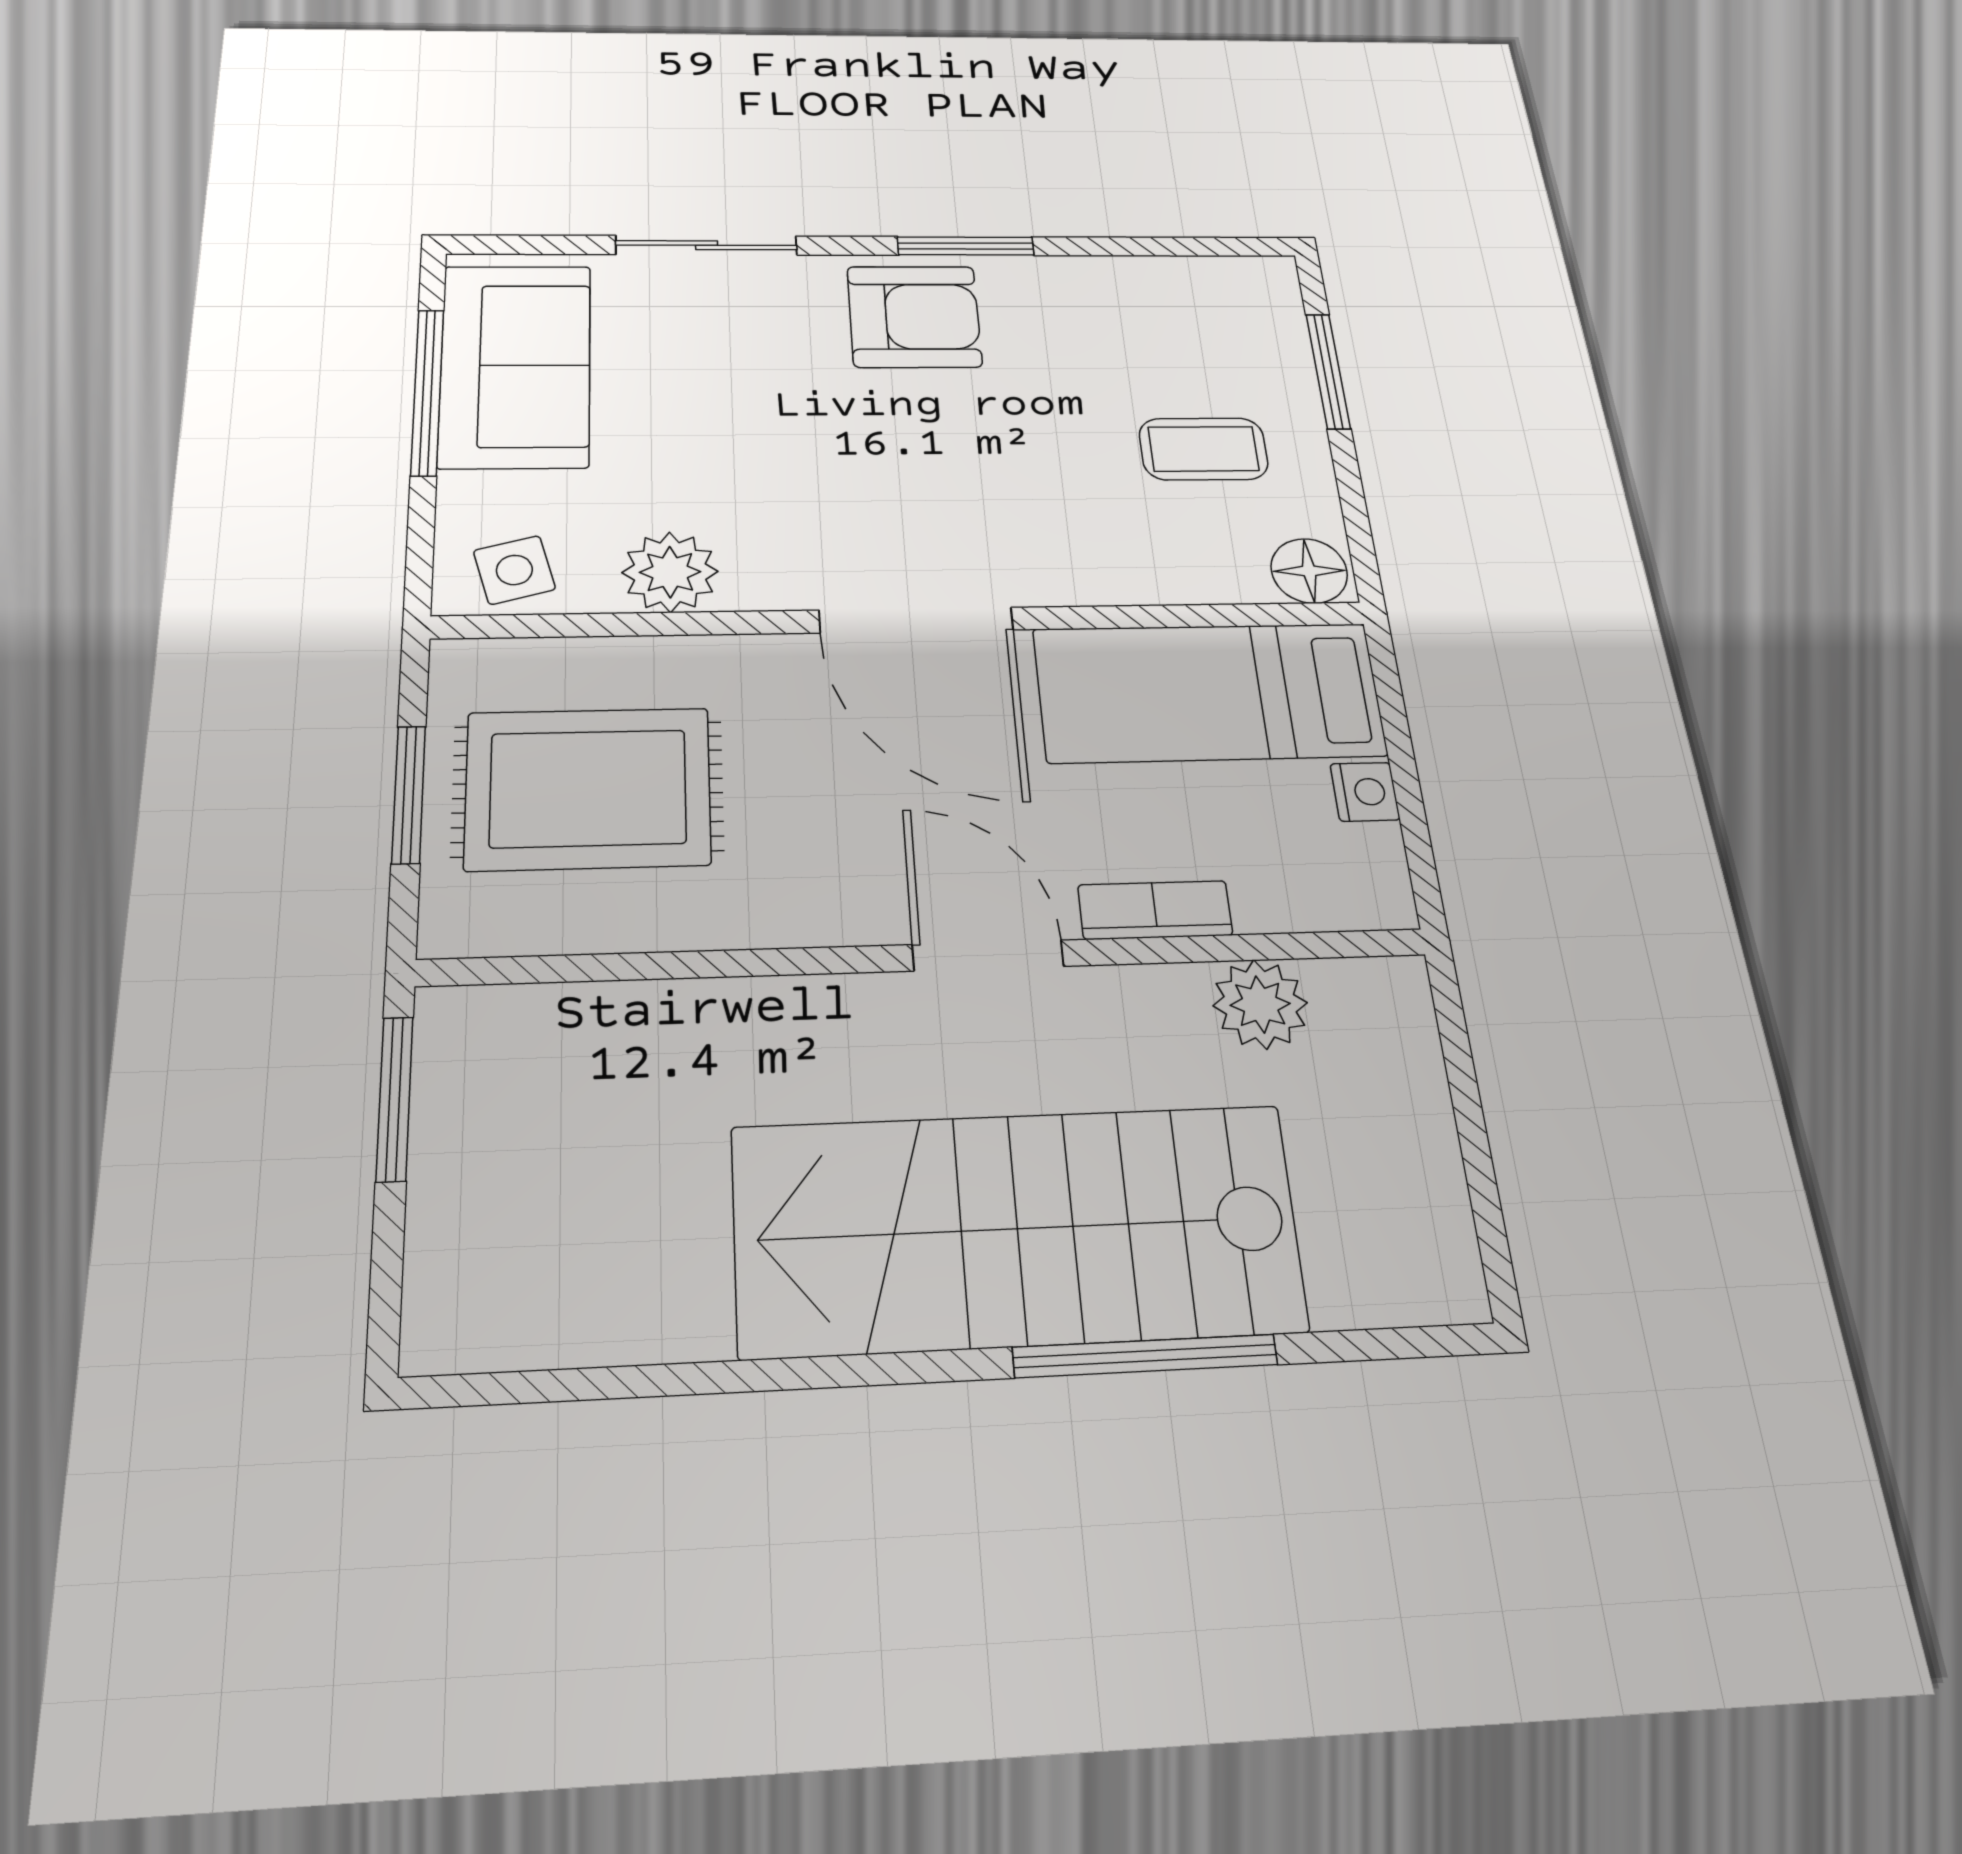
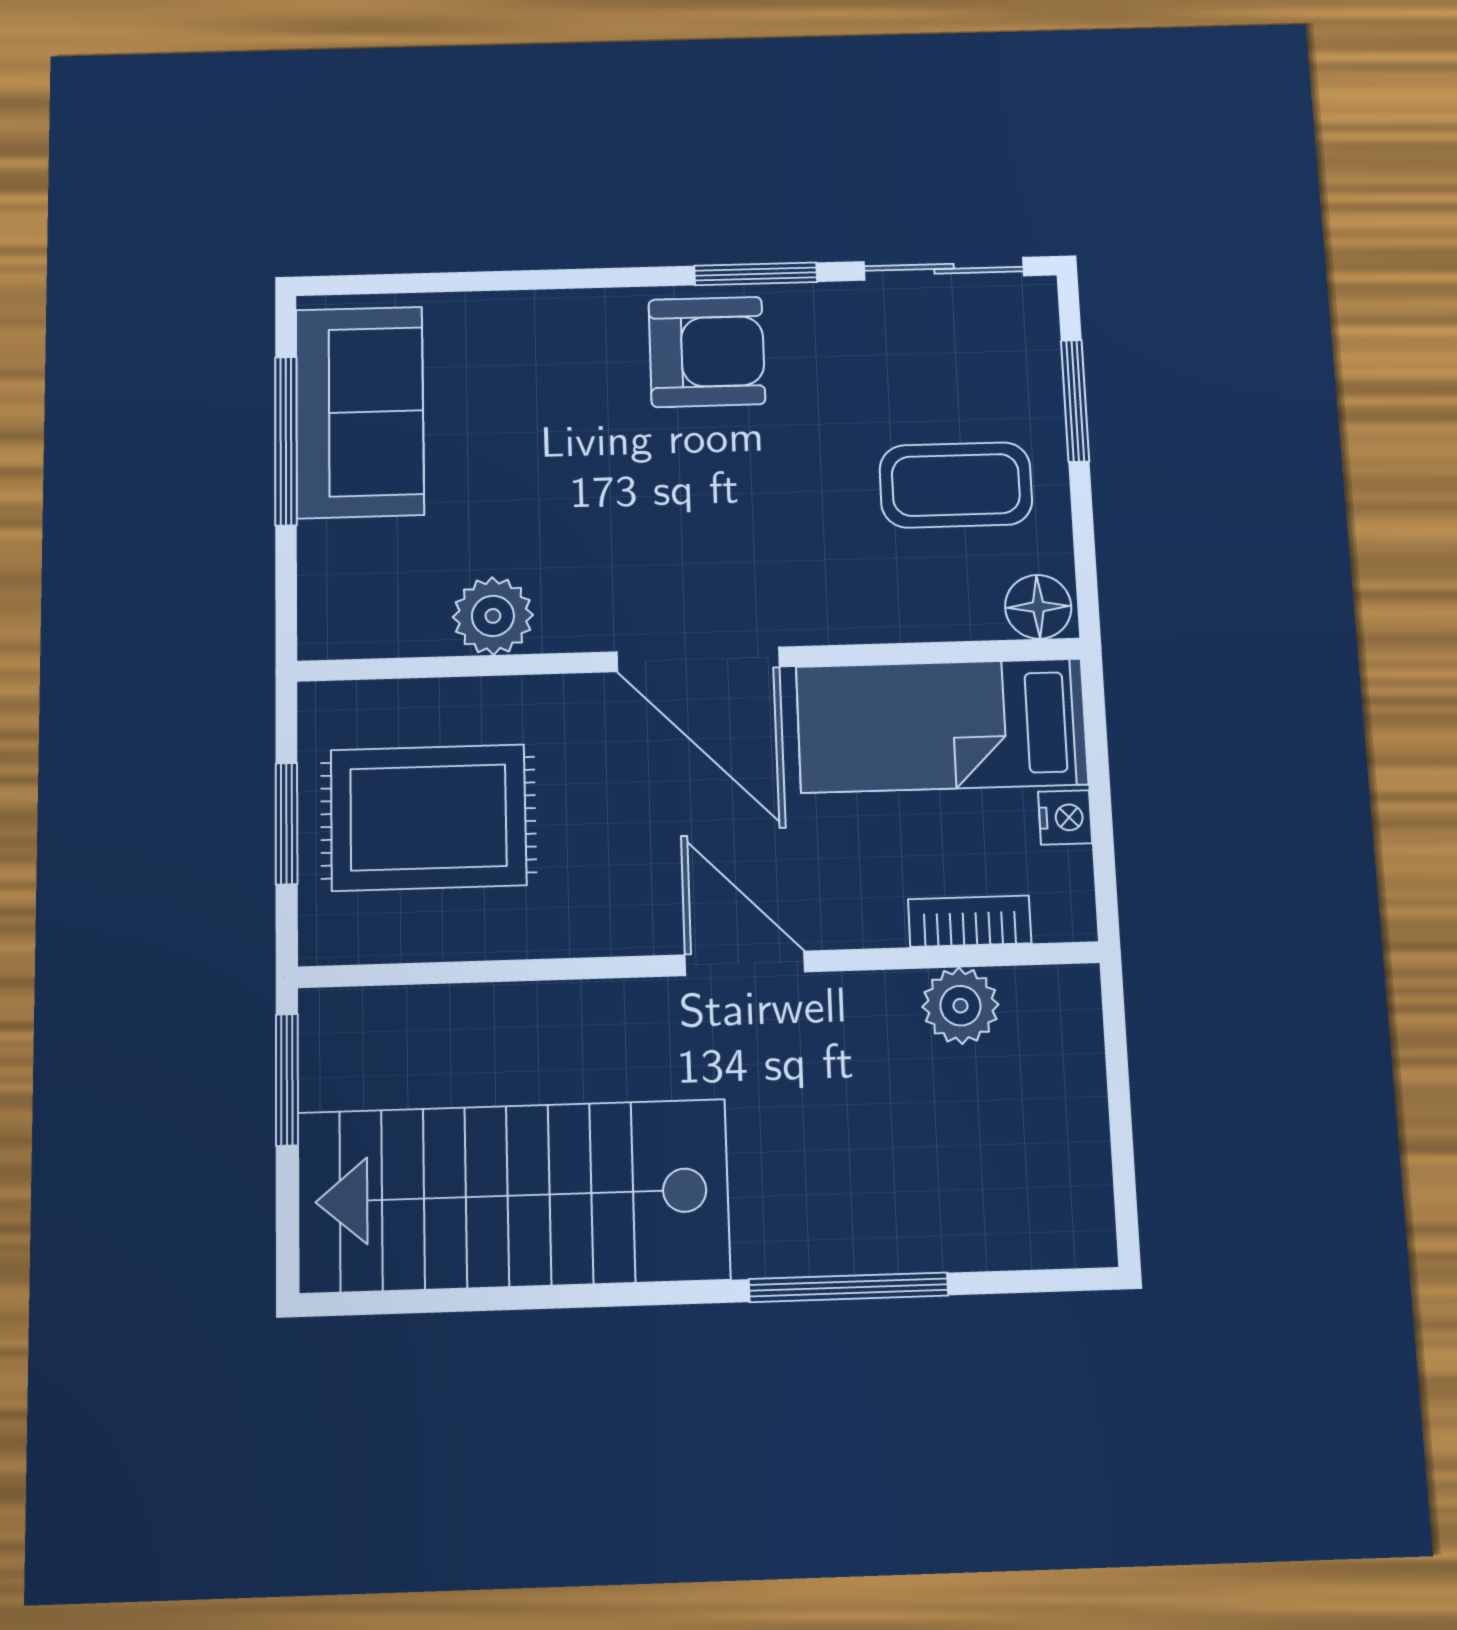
sliding door: (707, 245) -> (944, 269), moved
coffee table: (1204, 449) -> (956, 485), width x1.36, depth x1.30
side table: (514, 570) -> (364, 616), removed
bookcase: (1155, 910) -> (970, 921), moved
stairs: (1017, 1229) -> (513, 1196), moved

